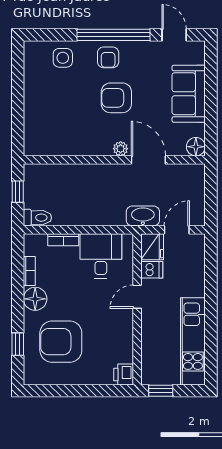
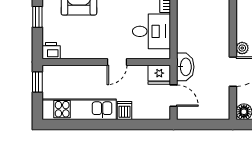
dishwasher: (152, 270) -> (125, 110), moved, turned 180
door: (137, 297) -> (117, 62), swing flipped
window: (84, 391) -> (37, 17), added

